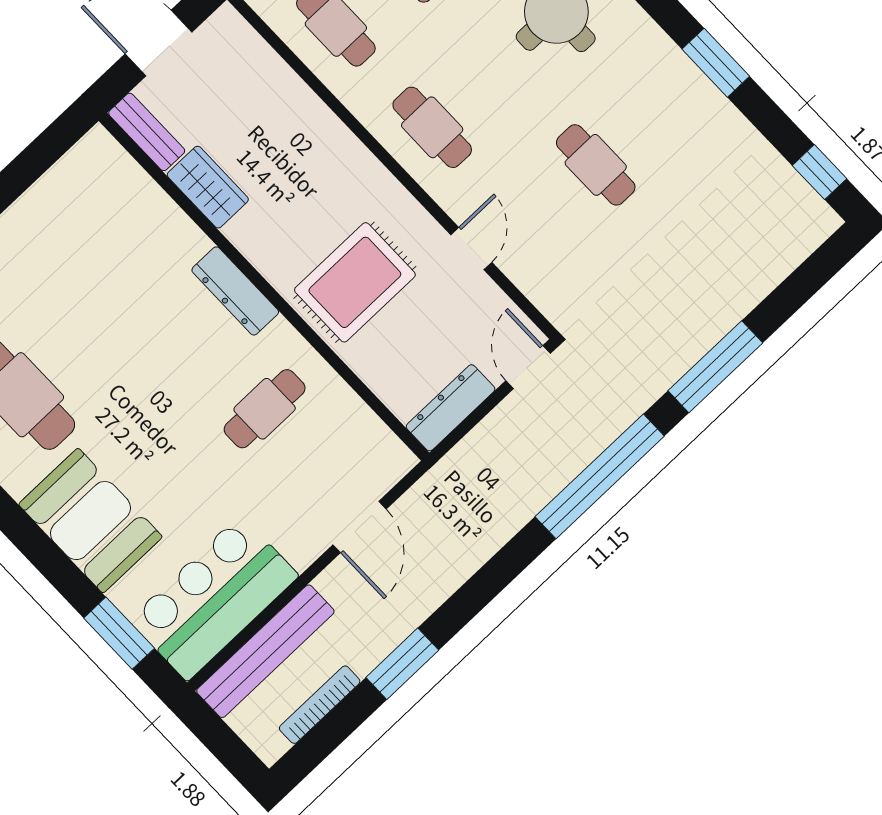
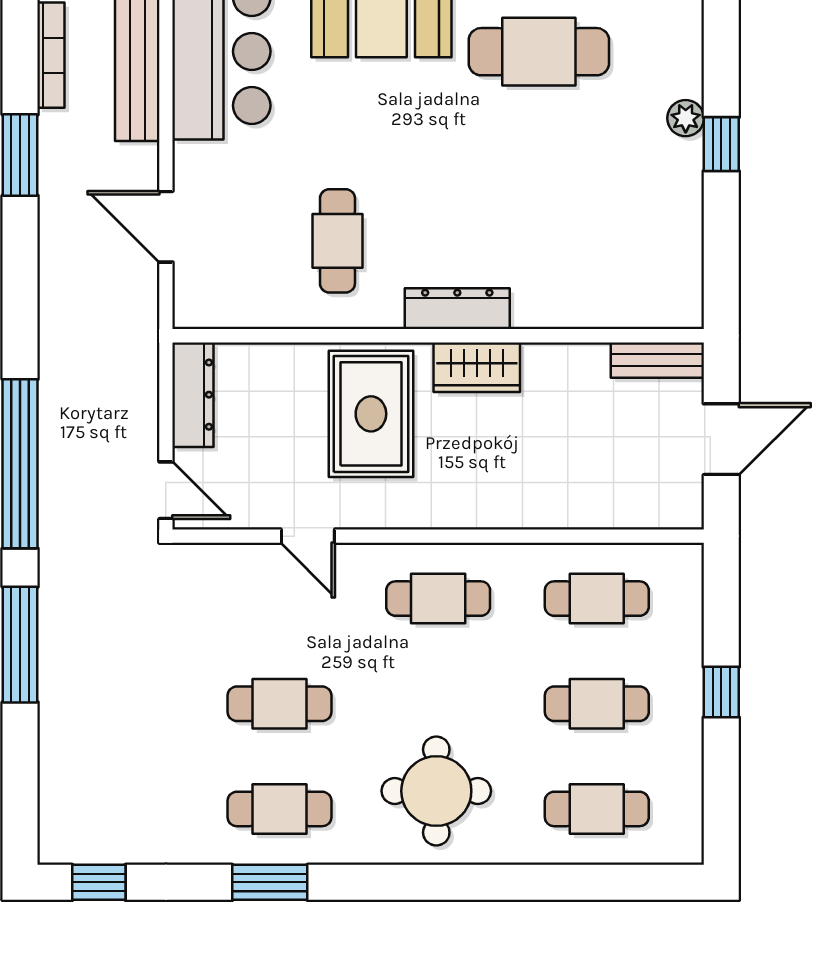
cafe table: (663, 101) -> (280, 809), added
wardrobe: (208, 187) -> (477, 367), moved

